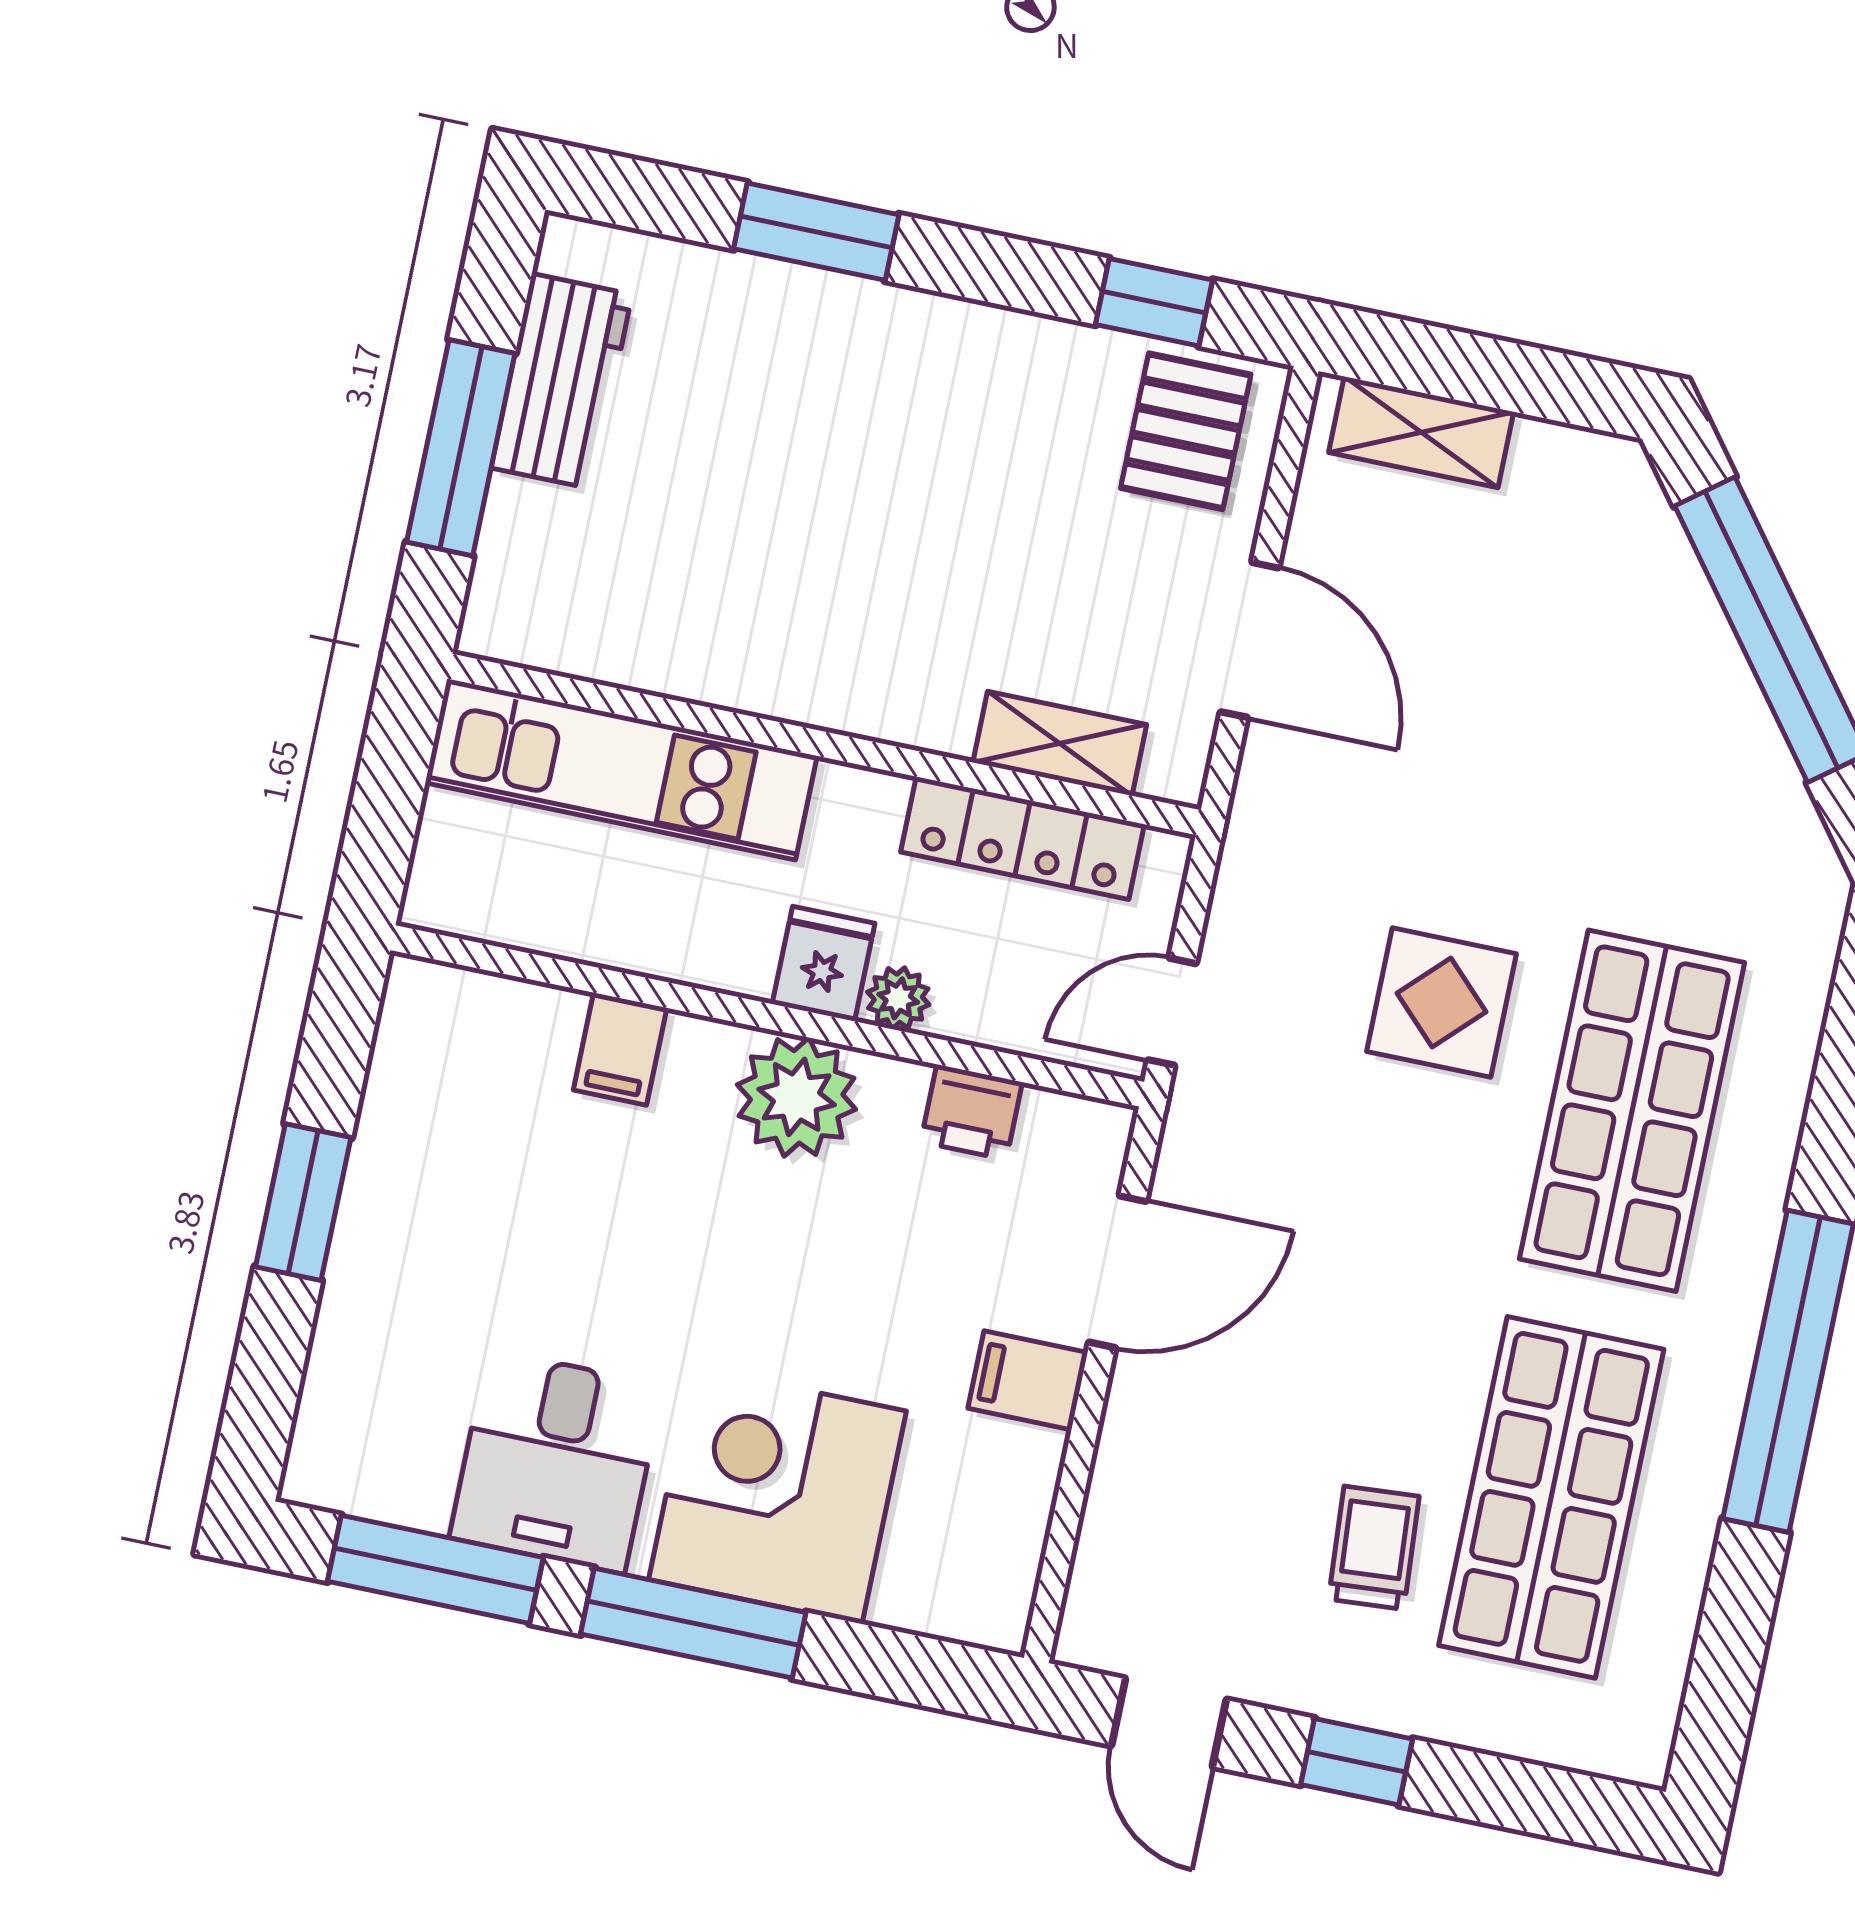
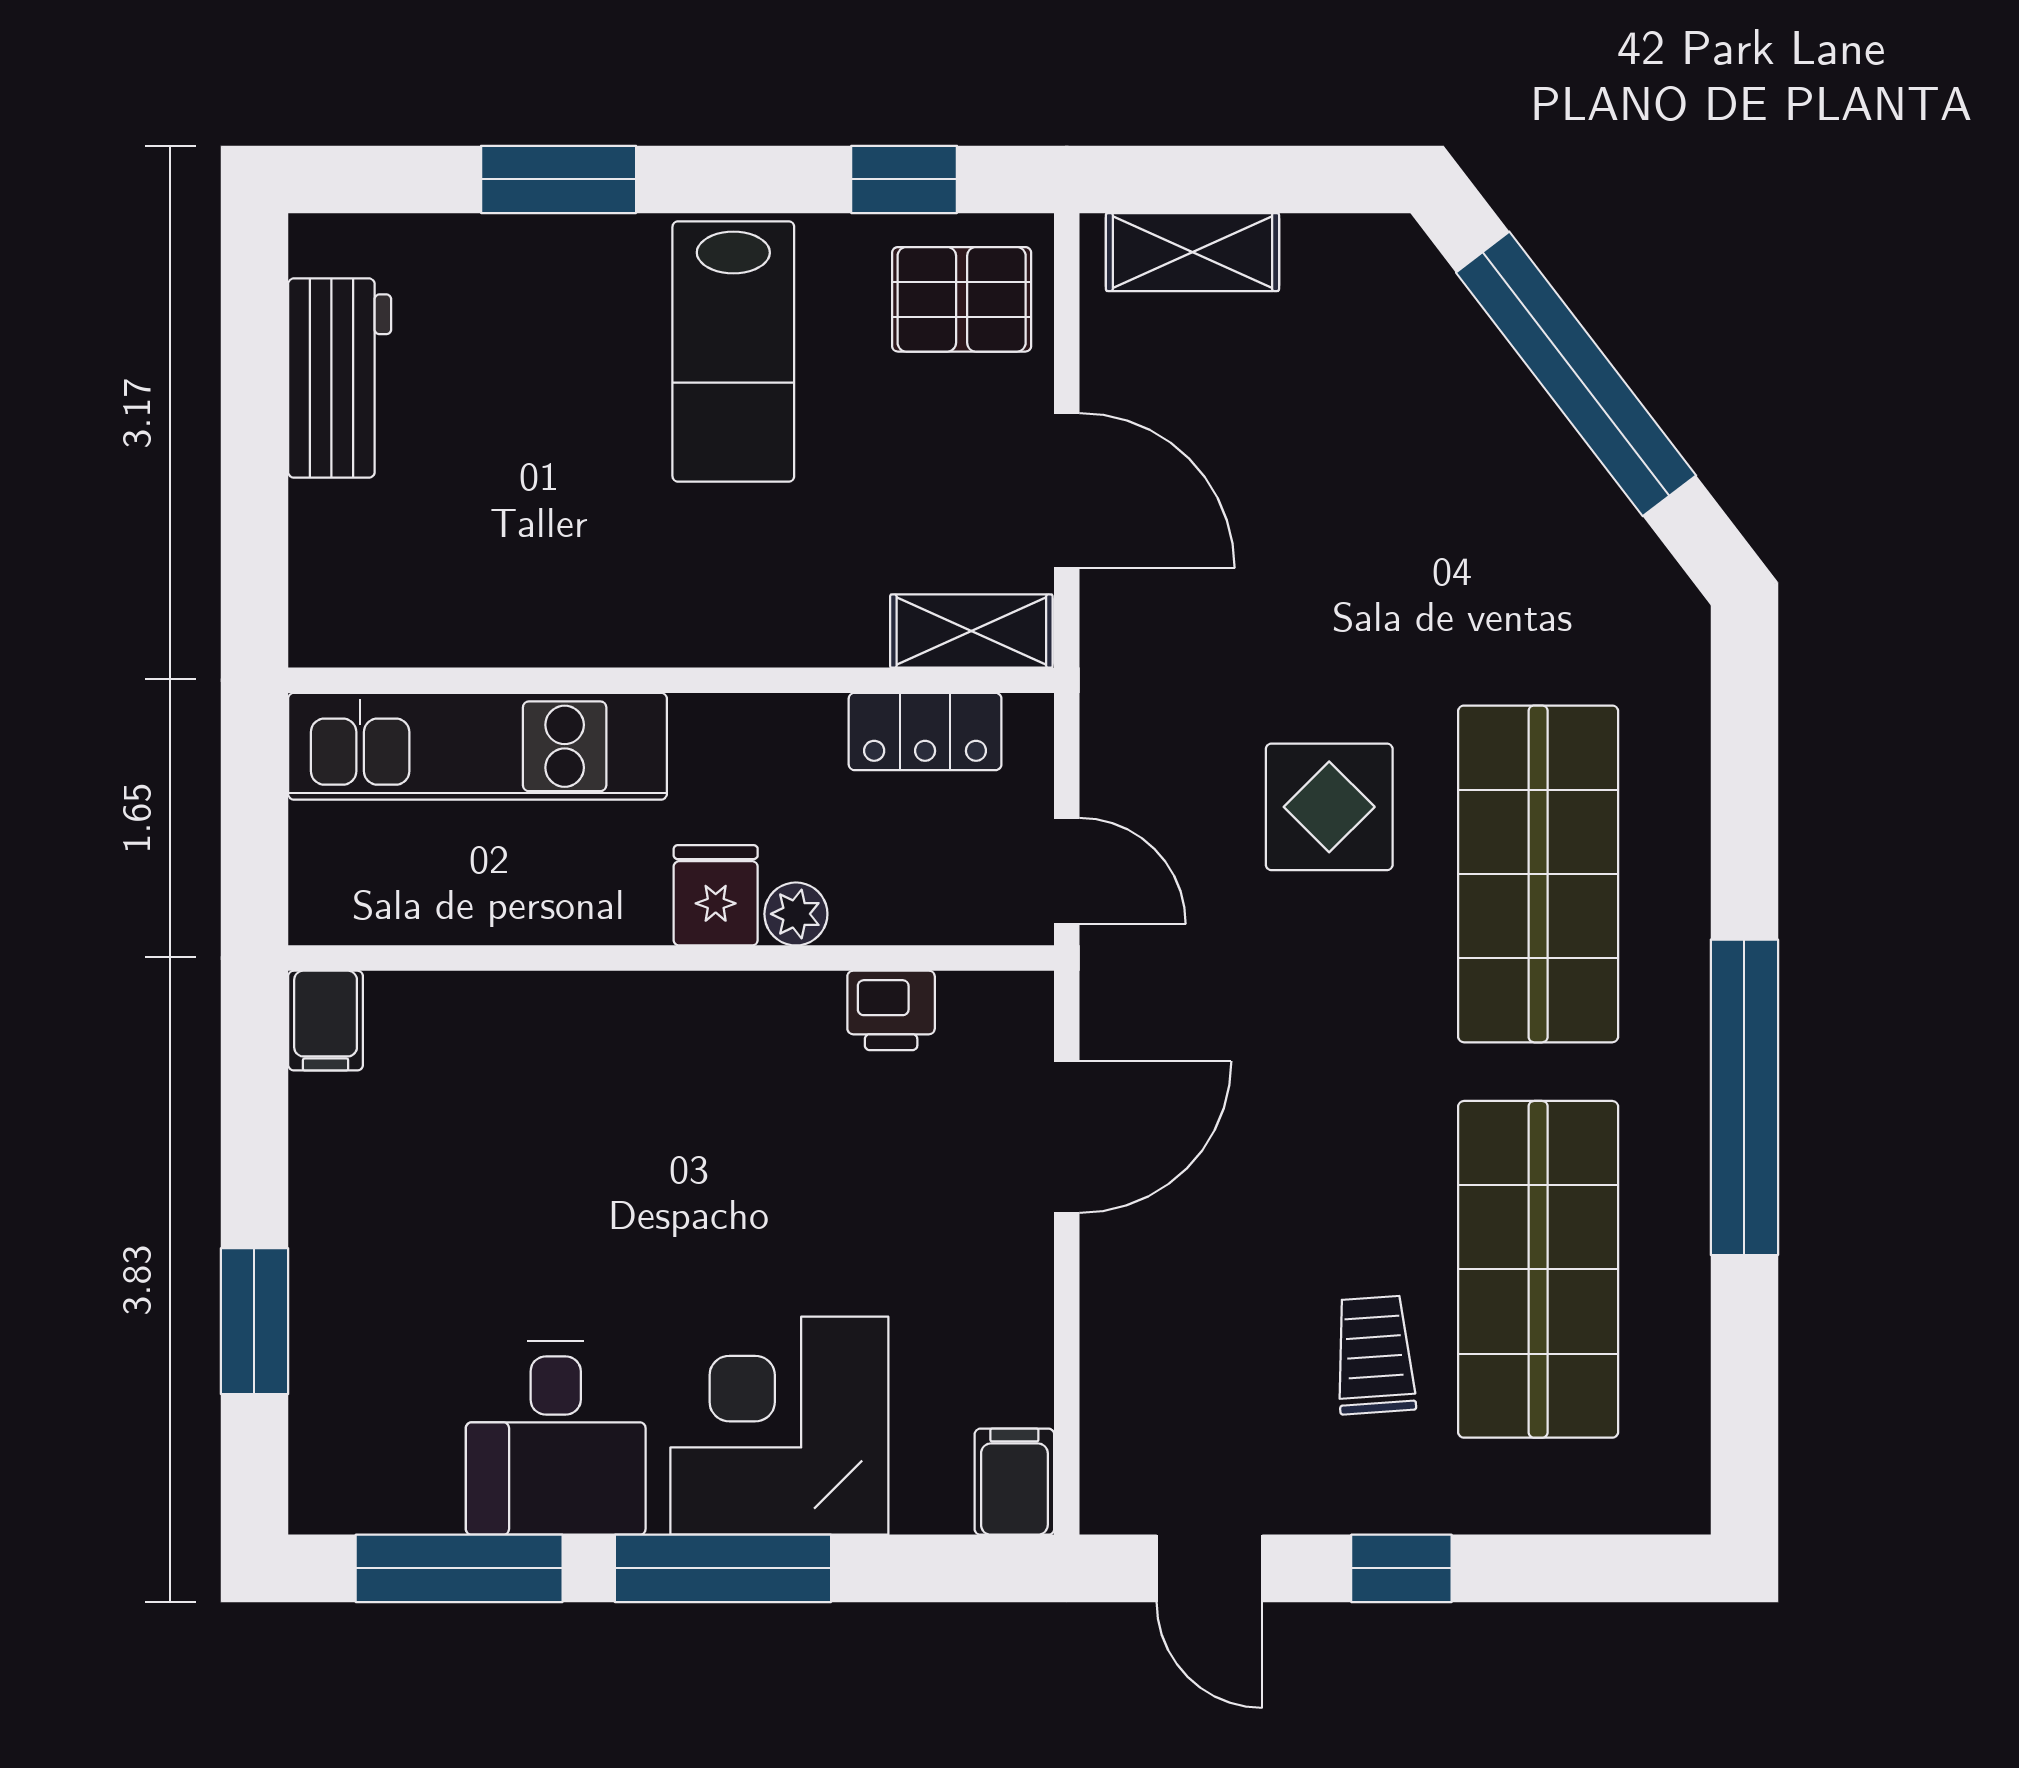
pallet: (1186, 431) -> (962, 299), turned 90
lab bench: (952, 436) -> (733, 351), added
window: (461, 448) -> (254, 464), removed
shelving: (1060, 743) -> (971, 631), moved
locker: (1022, 838) -> (925, 732), width x0.66
door: (1172, 1012) -> (1067, 871), swing flipped
filing cabinet: (620, 1049) -> (326, 1021), moved
plant: (797, 1097) -> (716, 1031), removed
window: (303, 1202) -> (254, 1321), moved
filing cabinet: (1028, 1380) -> (1014, 1482), moved, turned 90

